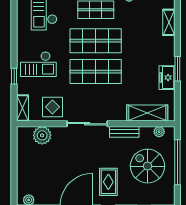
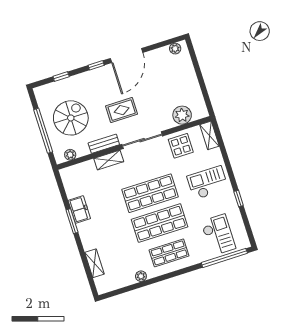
window: (14, 76) -> (239, 199), moved
shelving: (147, 113) -> (109, 160), moved, width x0.67, depth x0.75
spiral stairs: (148, 166) -> (71, 118), turned -90
rug: (108, 182) -> (122, 110), moved, turned 90

